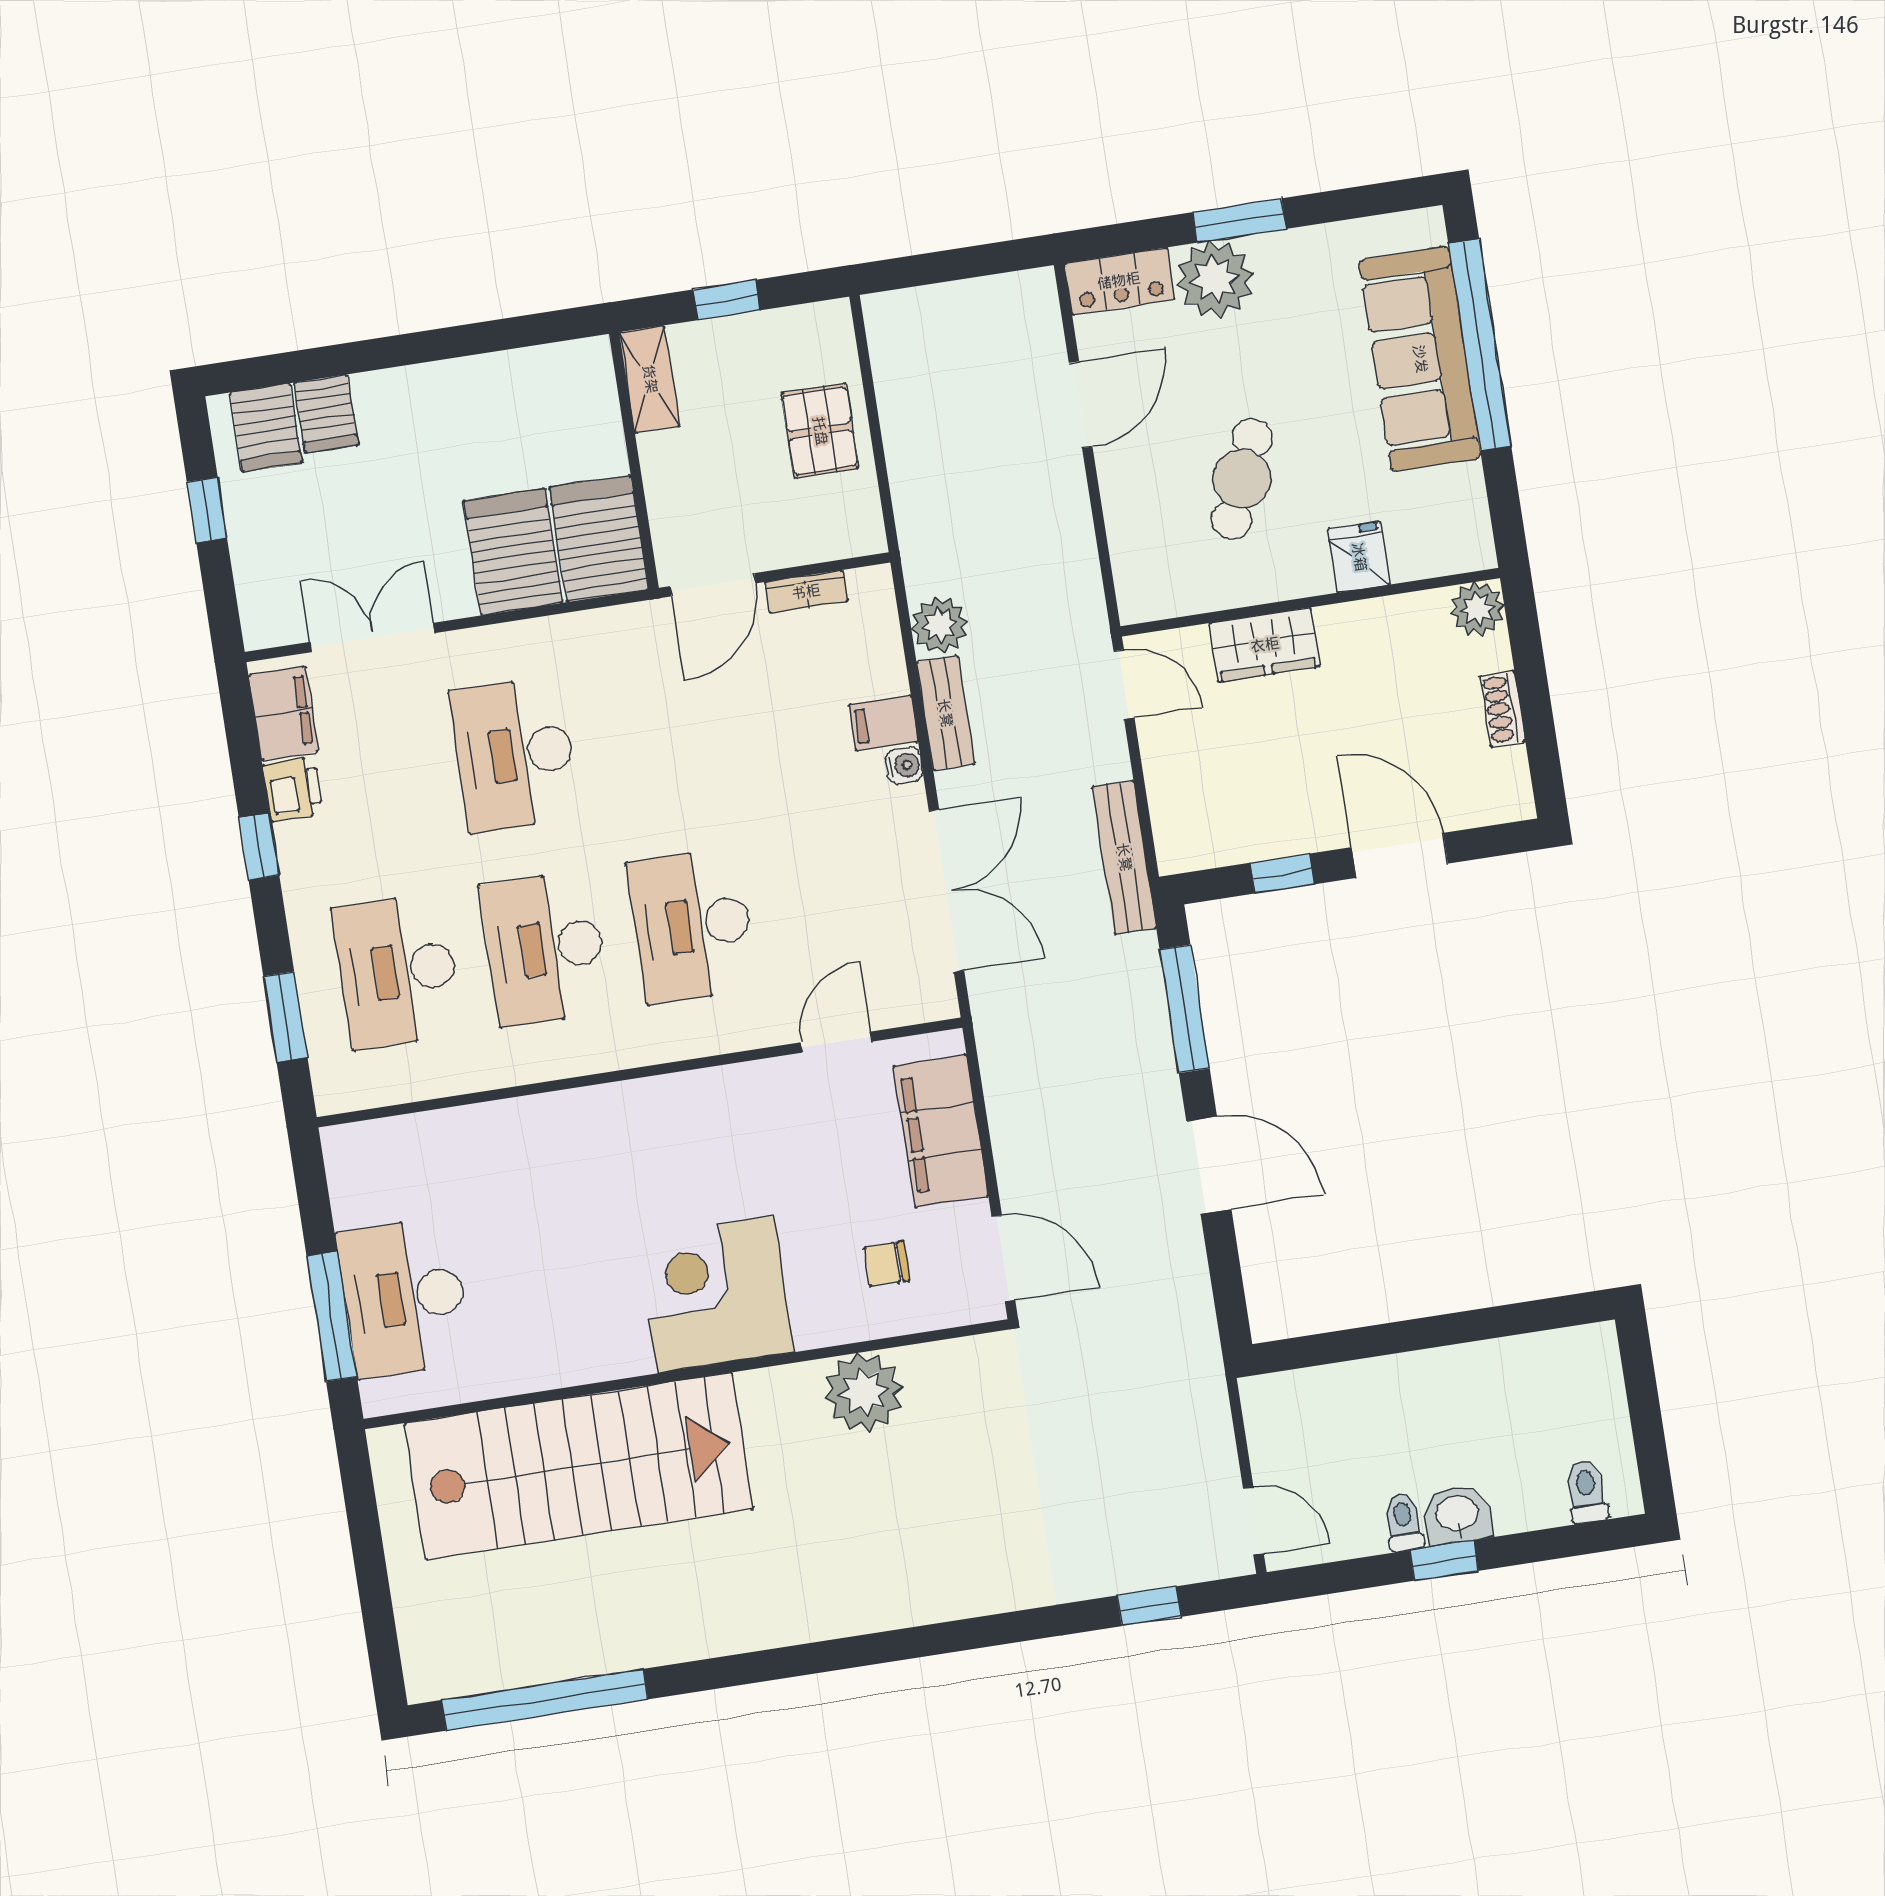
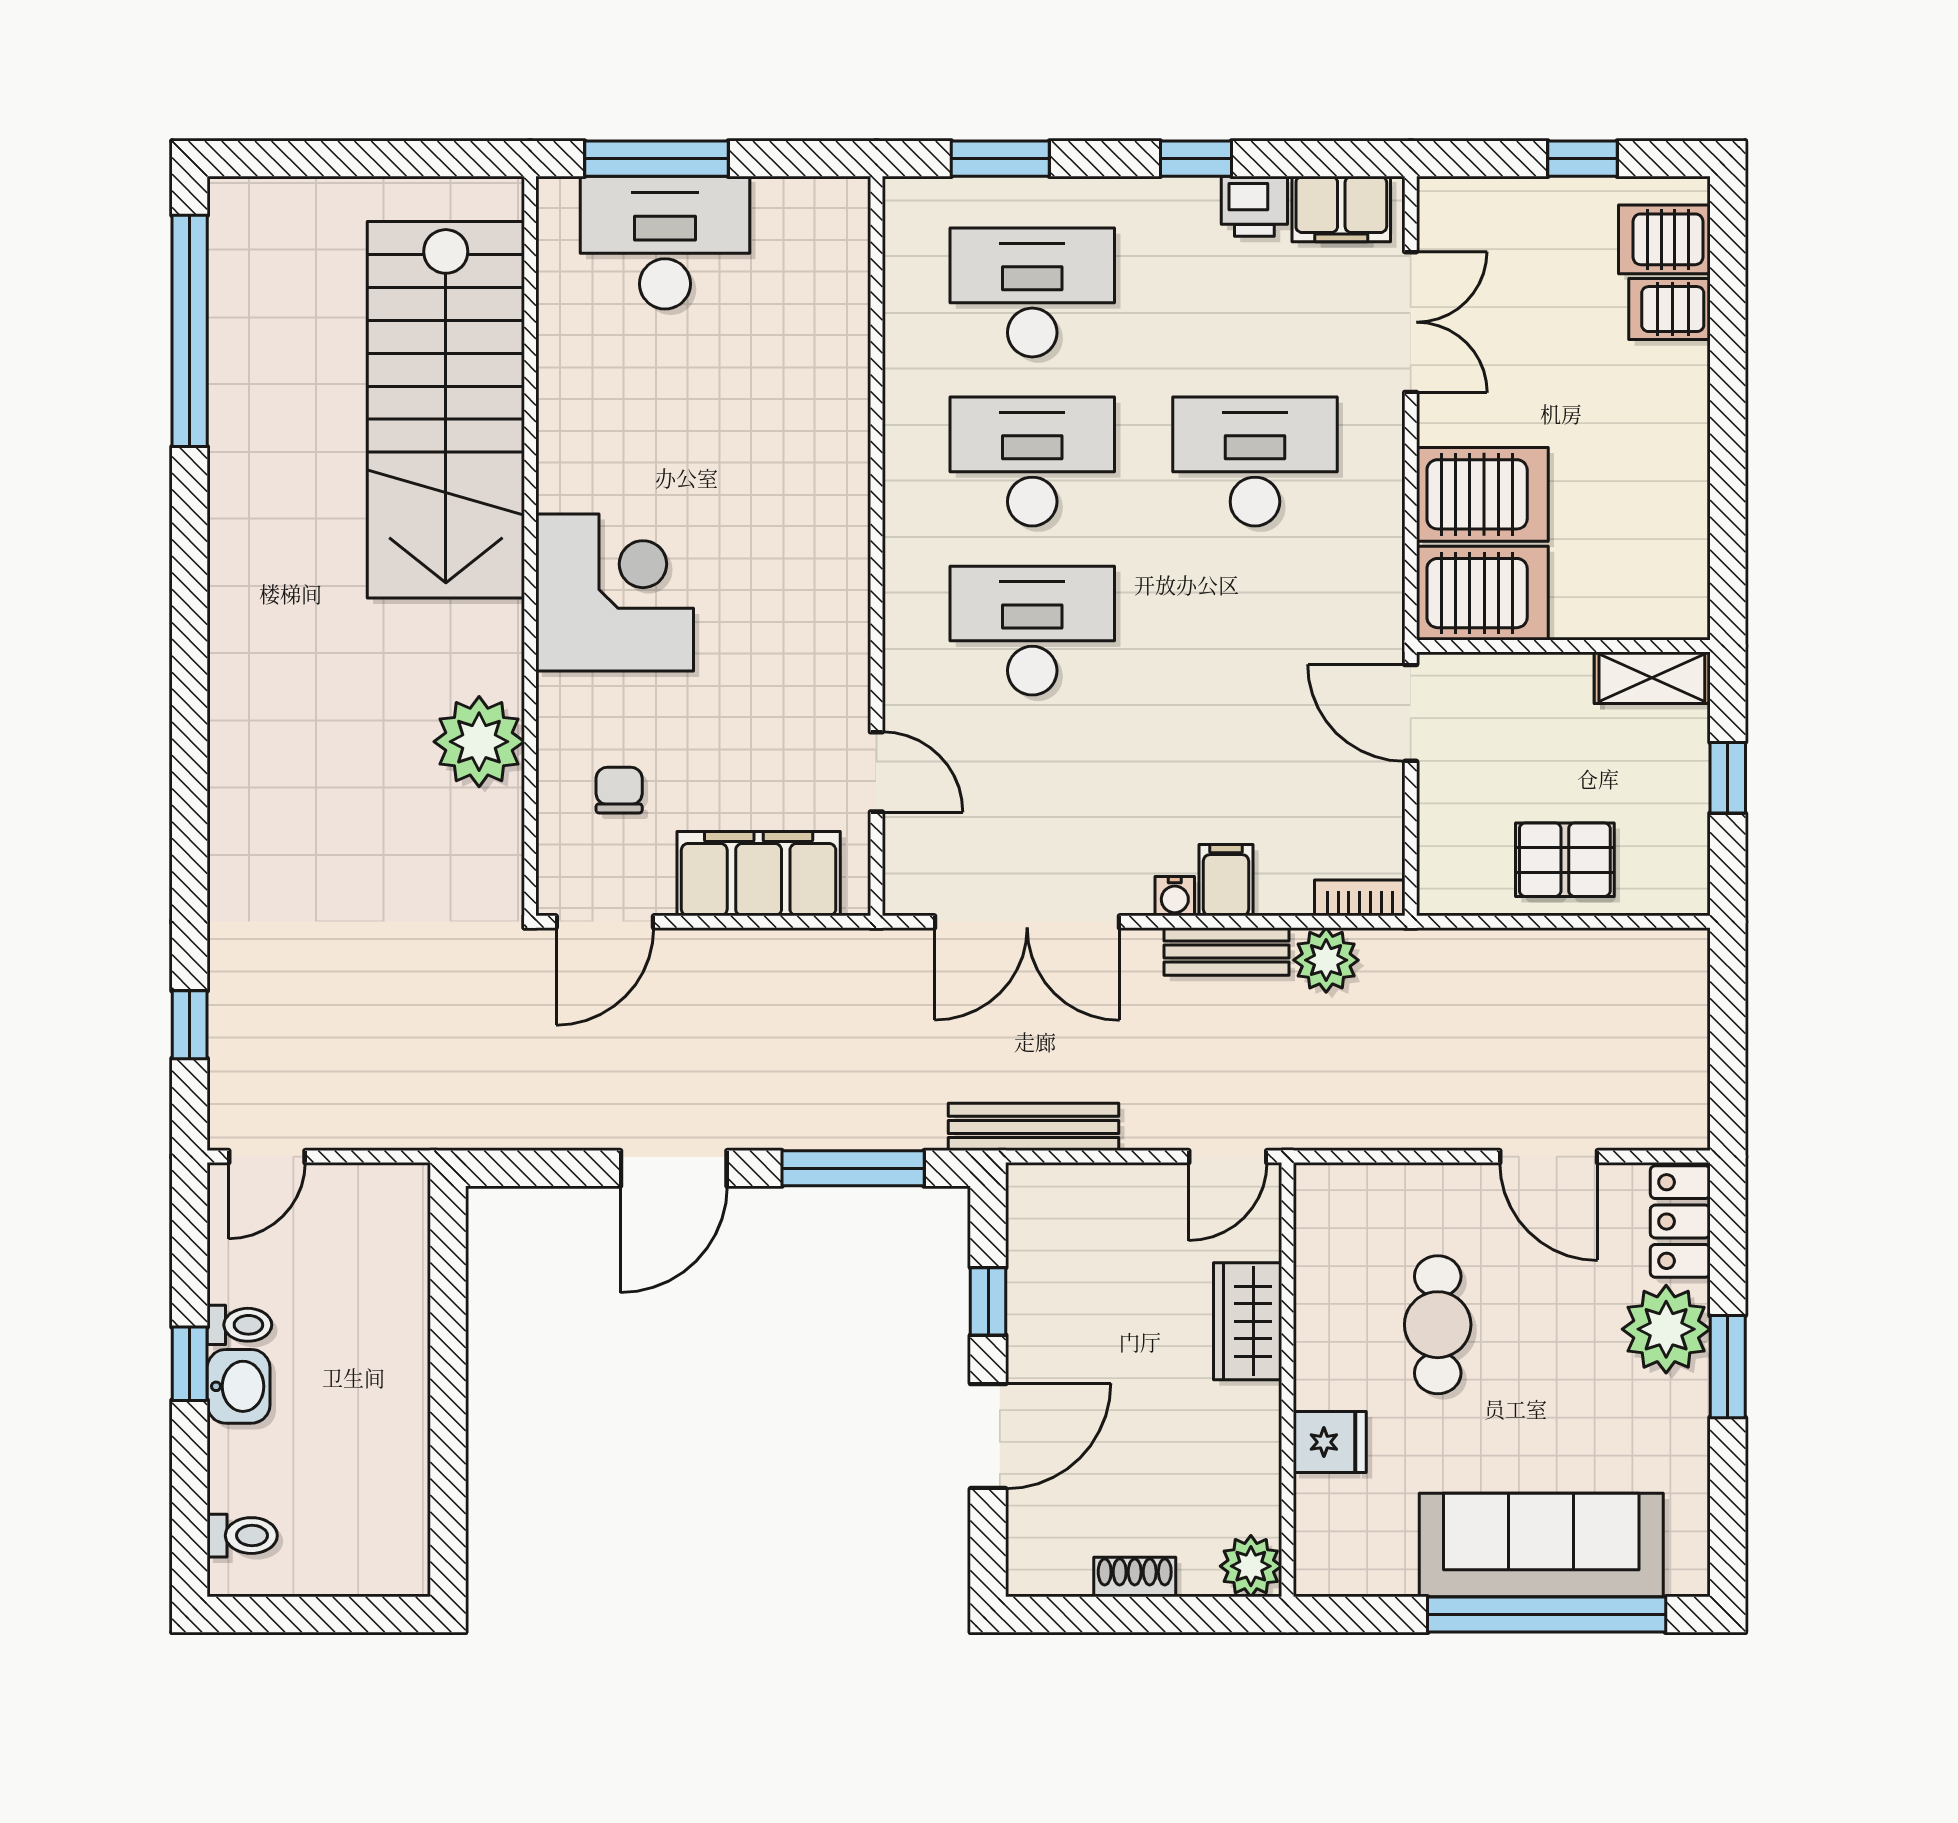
cafe table: (1242, 479) -> (1438, 1325), turned 67
bookcase: (806, 592) -> (1360, 898), moved, turned 90

